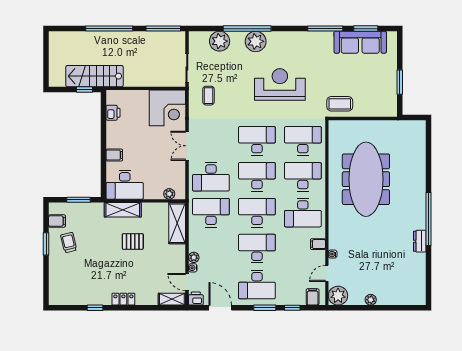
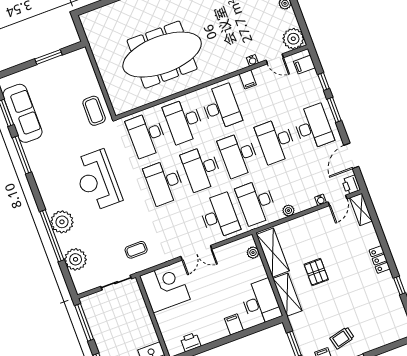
shelving: (177, 223) -> (273, 253), moved, turned 90
plant: (194, 257) -> (288, 211), moved

